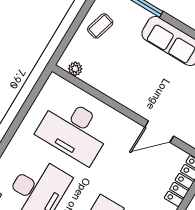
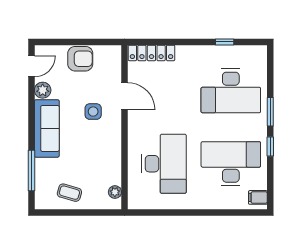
side table: (163, 94) -> (93, 112), added

